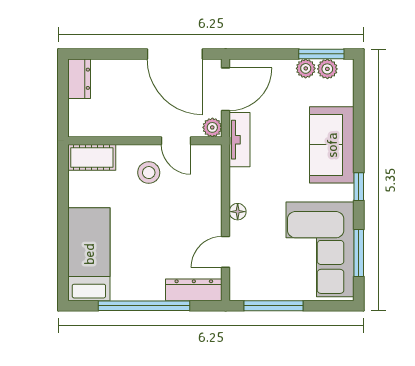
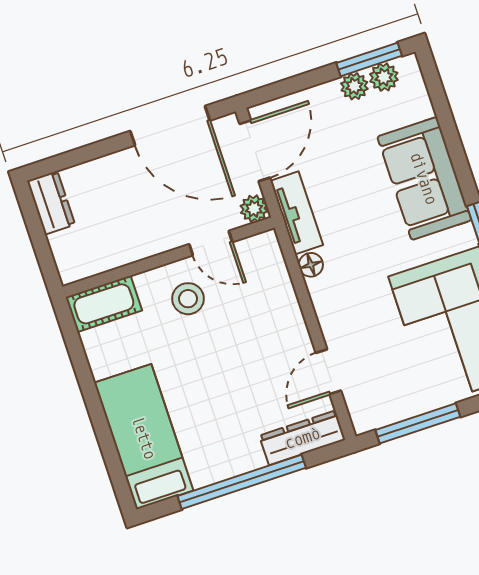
floor lamp: (238, 212) -> (311, 265), moved

